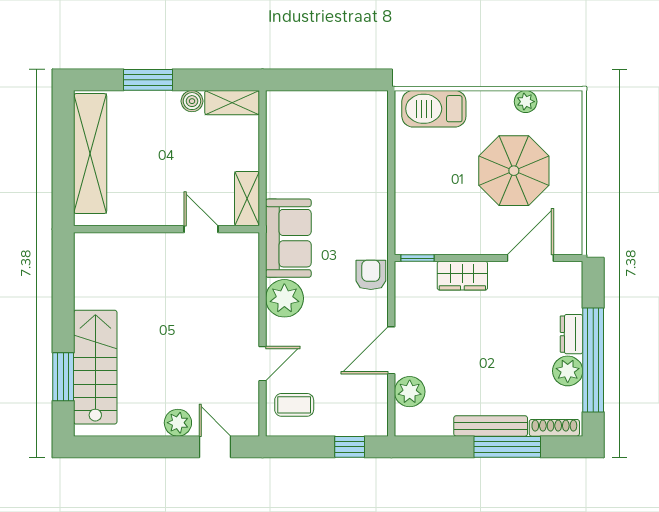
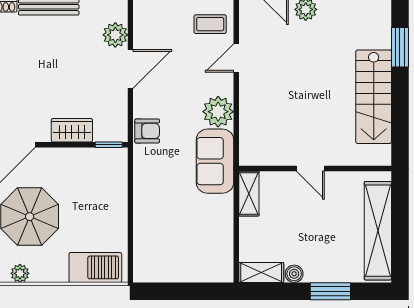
door: (201, 229) -> (310, 169), moved
armchair: (371, 275) -> (147, 131), turned -90
stairs: (95, 367) -> (374, 97), moved

